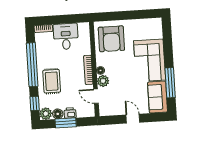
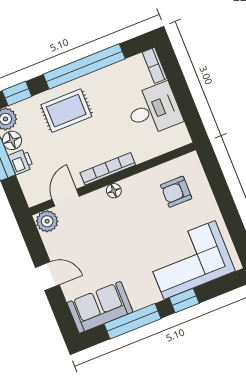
armchair: (111, 39) -> (176, 192), width x0.53, depth x0.53
window: (168, 53) -> (184, 301), added
corner sofa: (150, 60) -> (190, 260), moved
plant: (103, 81) -> (47, 221), moved
door: (133, 119) -> (47, 276), hinge flipped

